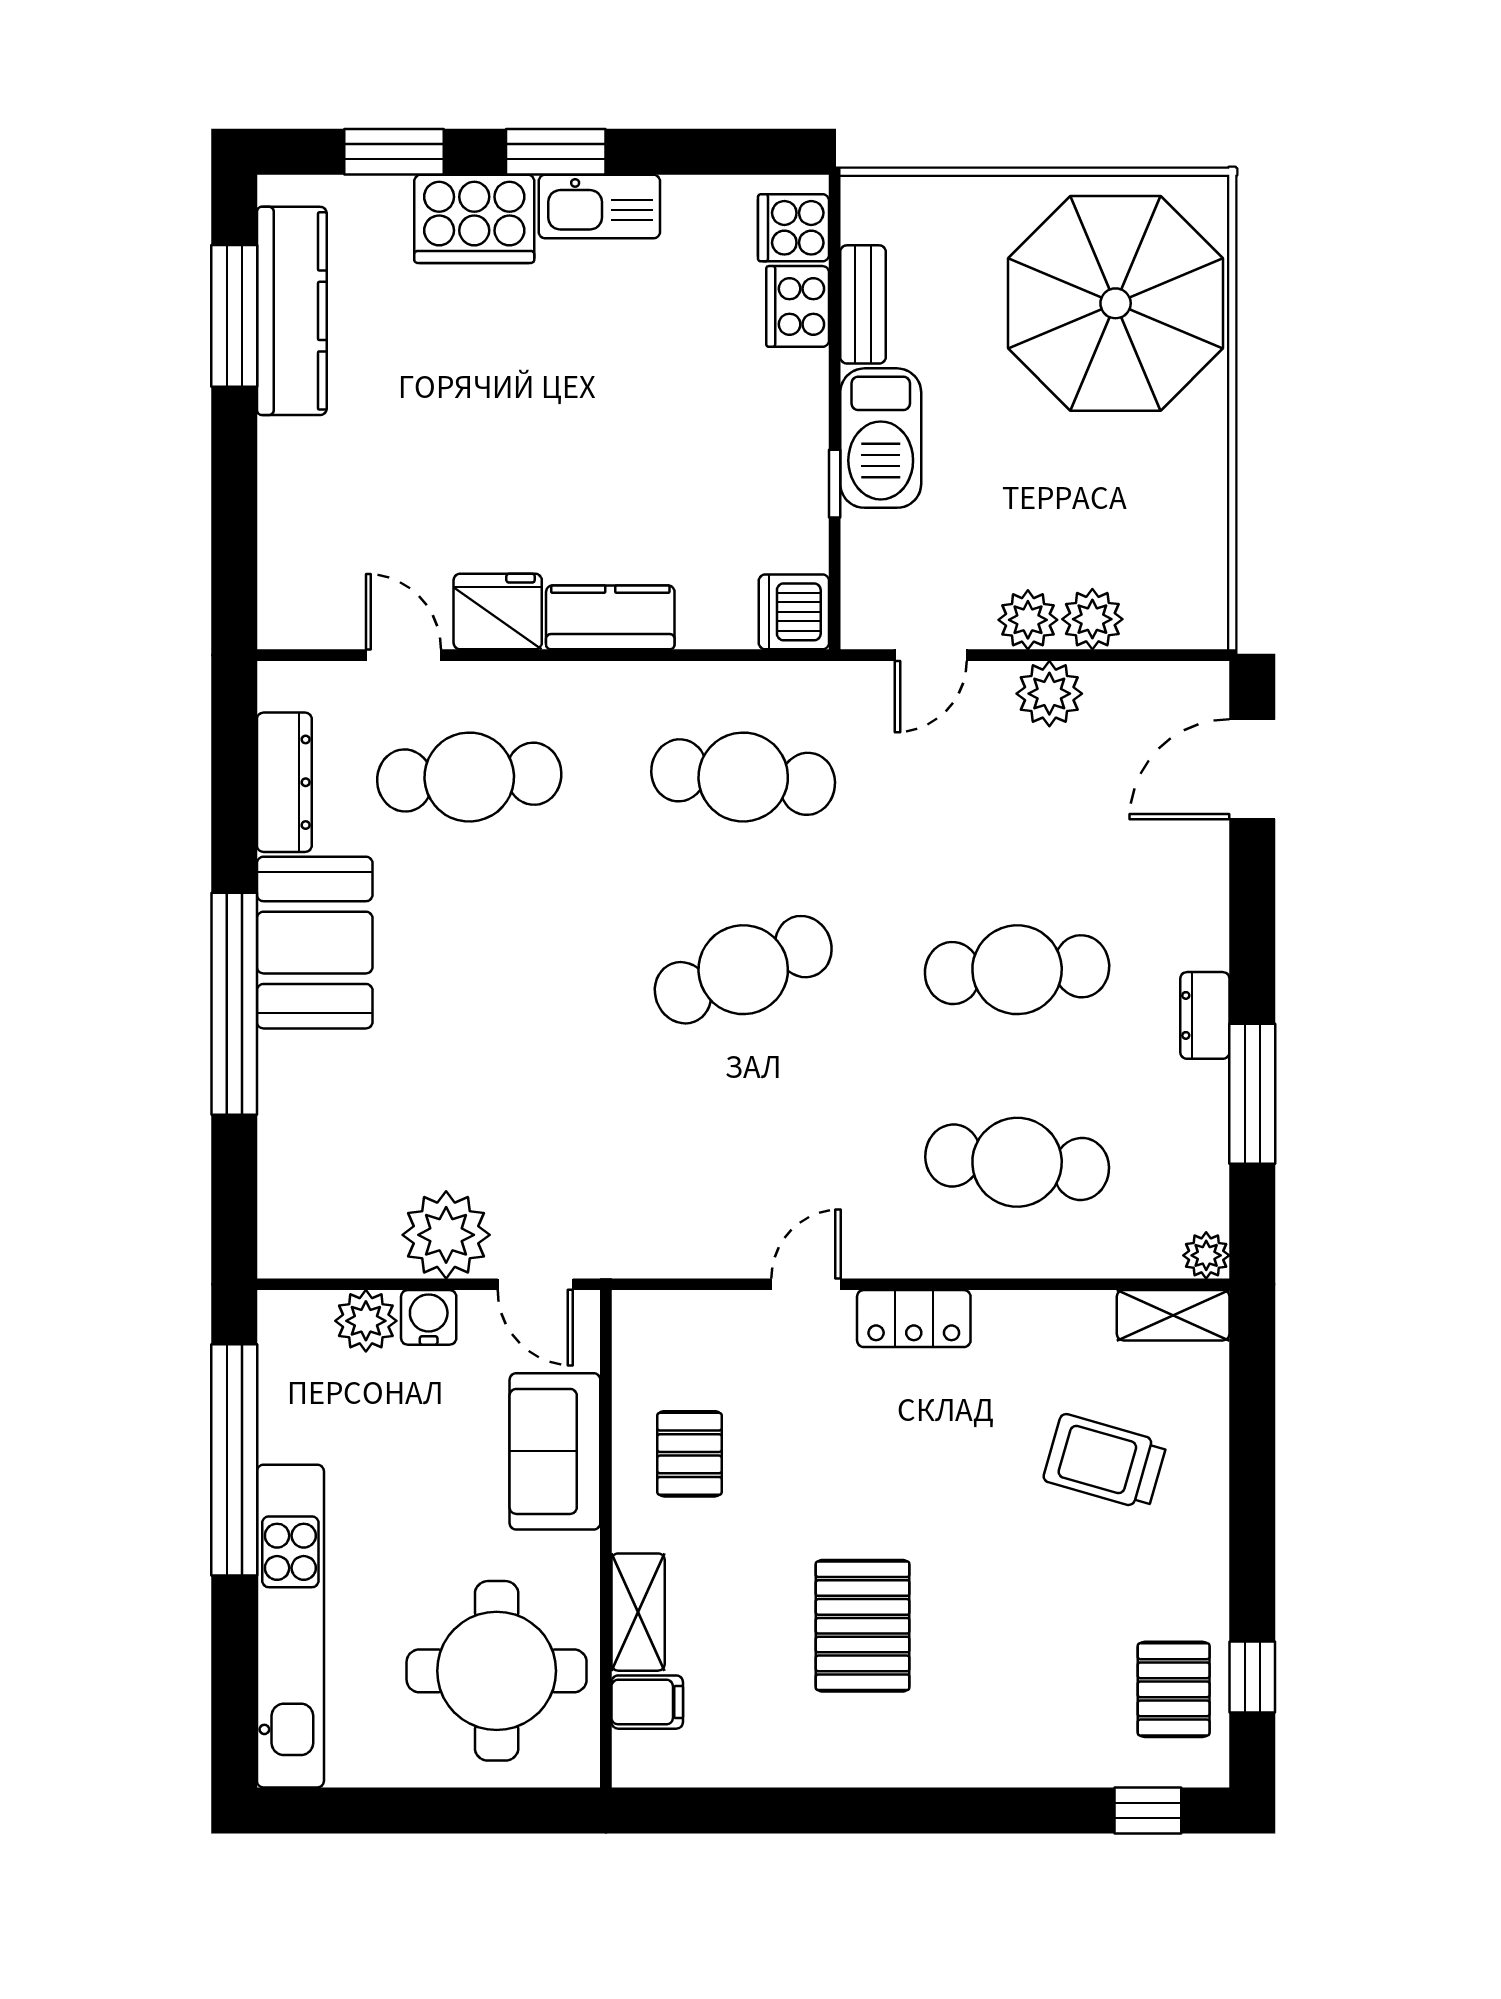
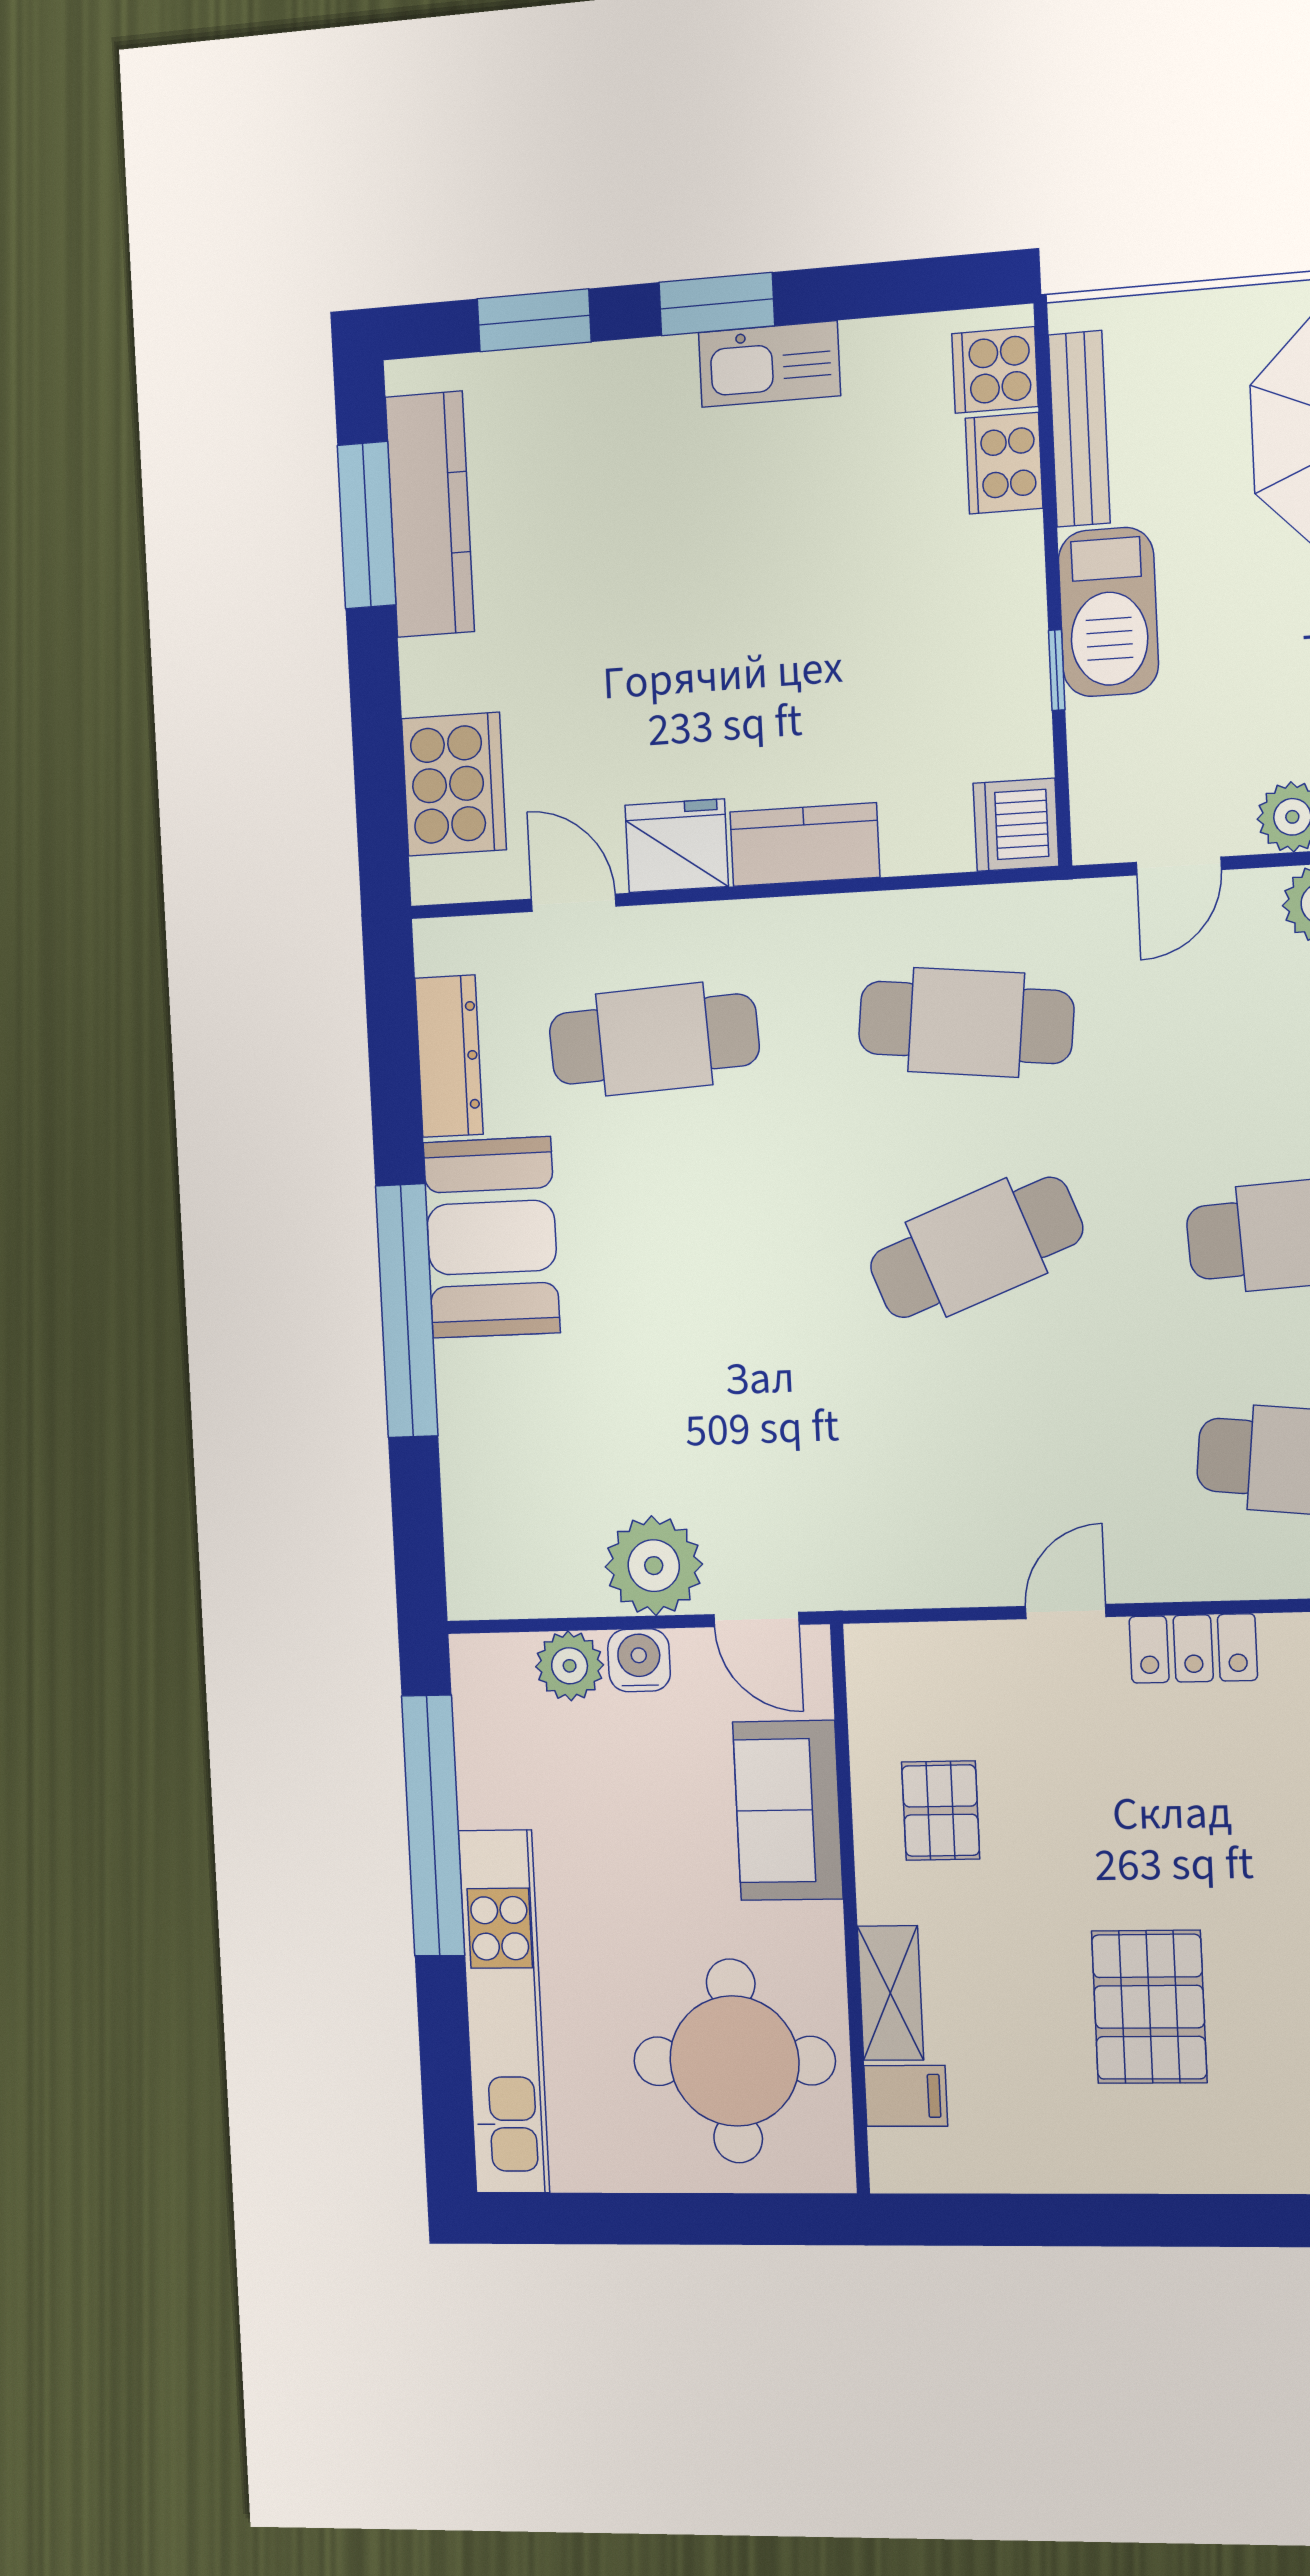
cooker: (474, 219) -> (454, 784), moved, turned -90
bench: (863, 304) -> (1079, 429), width x1.36

